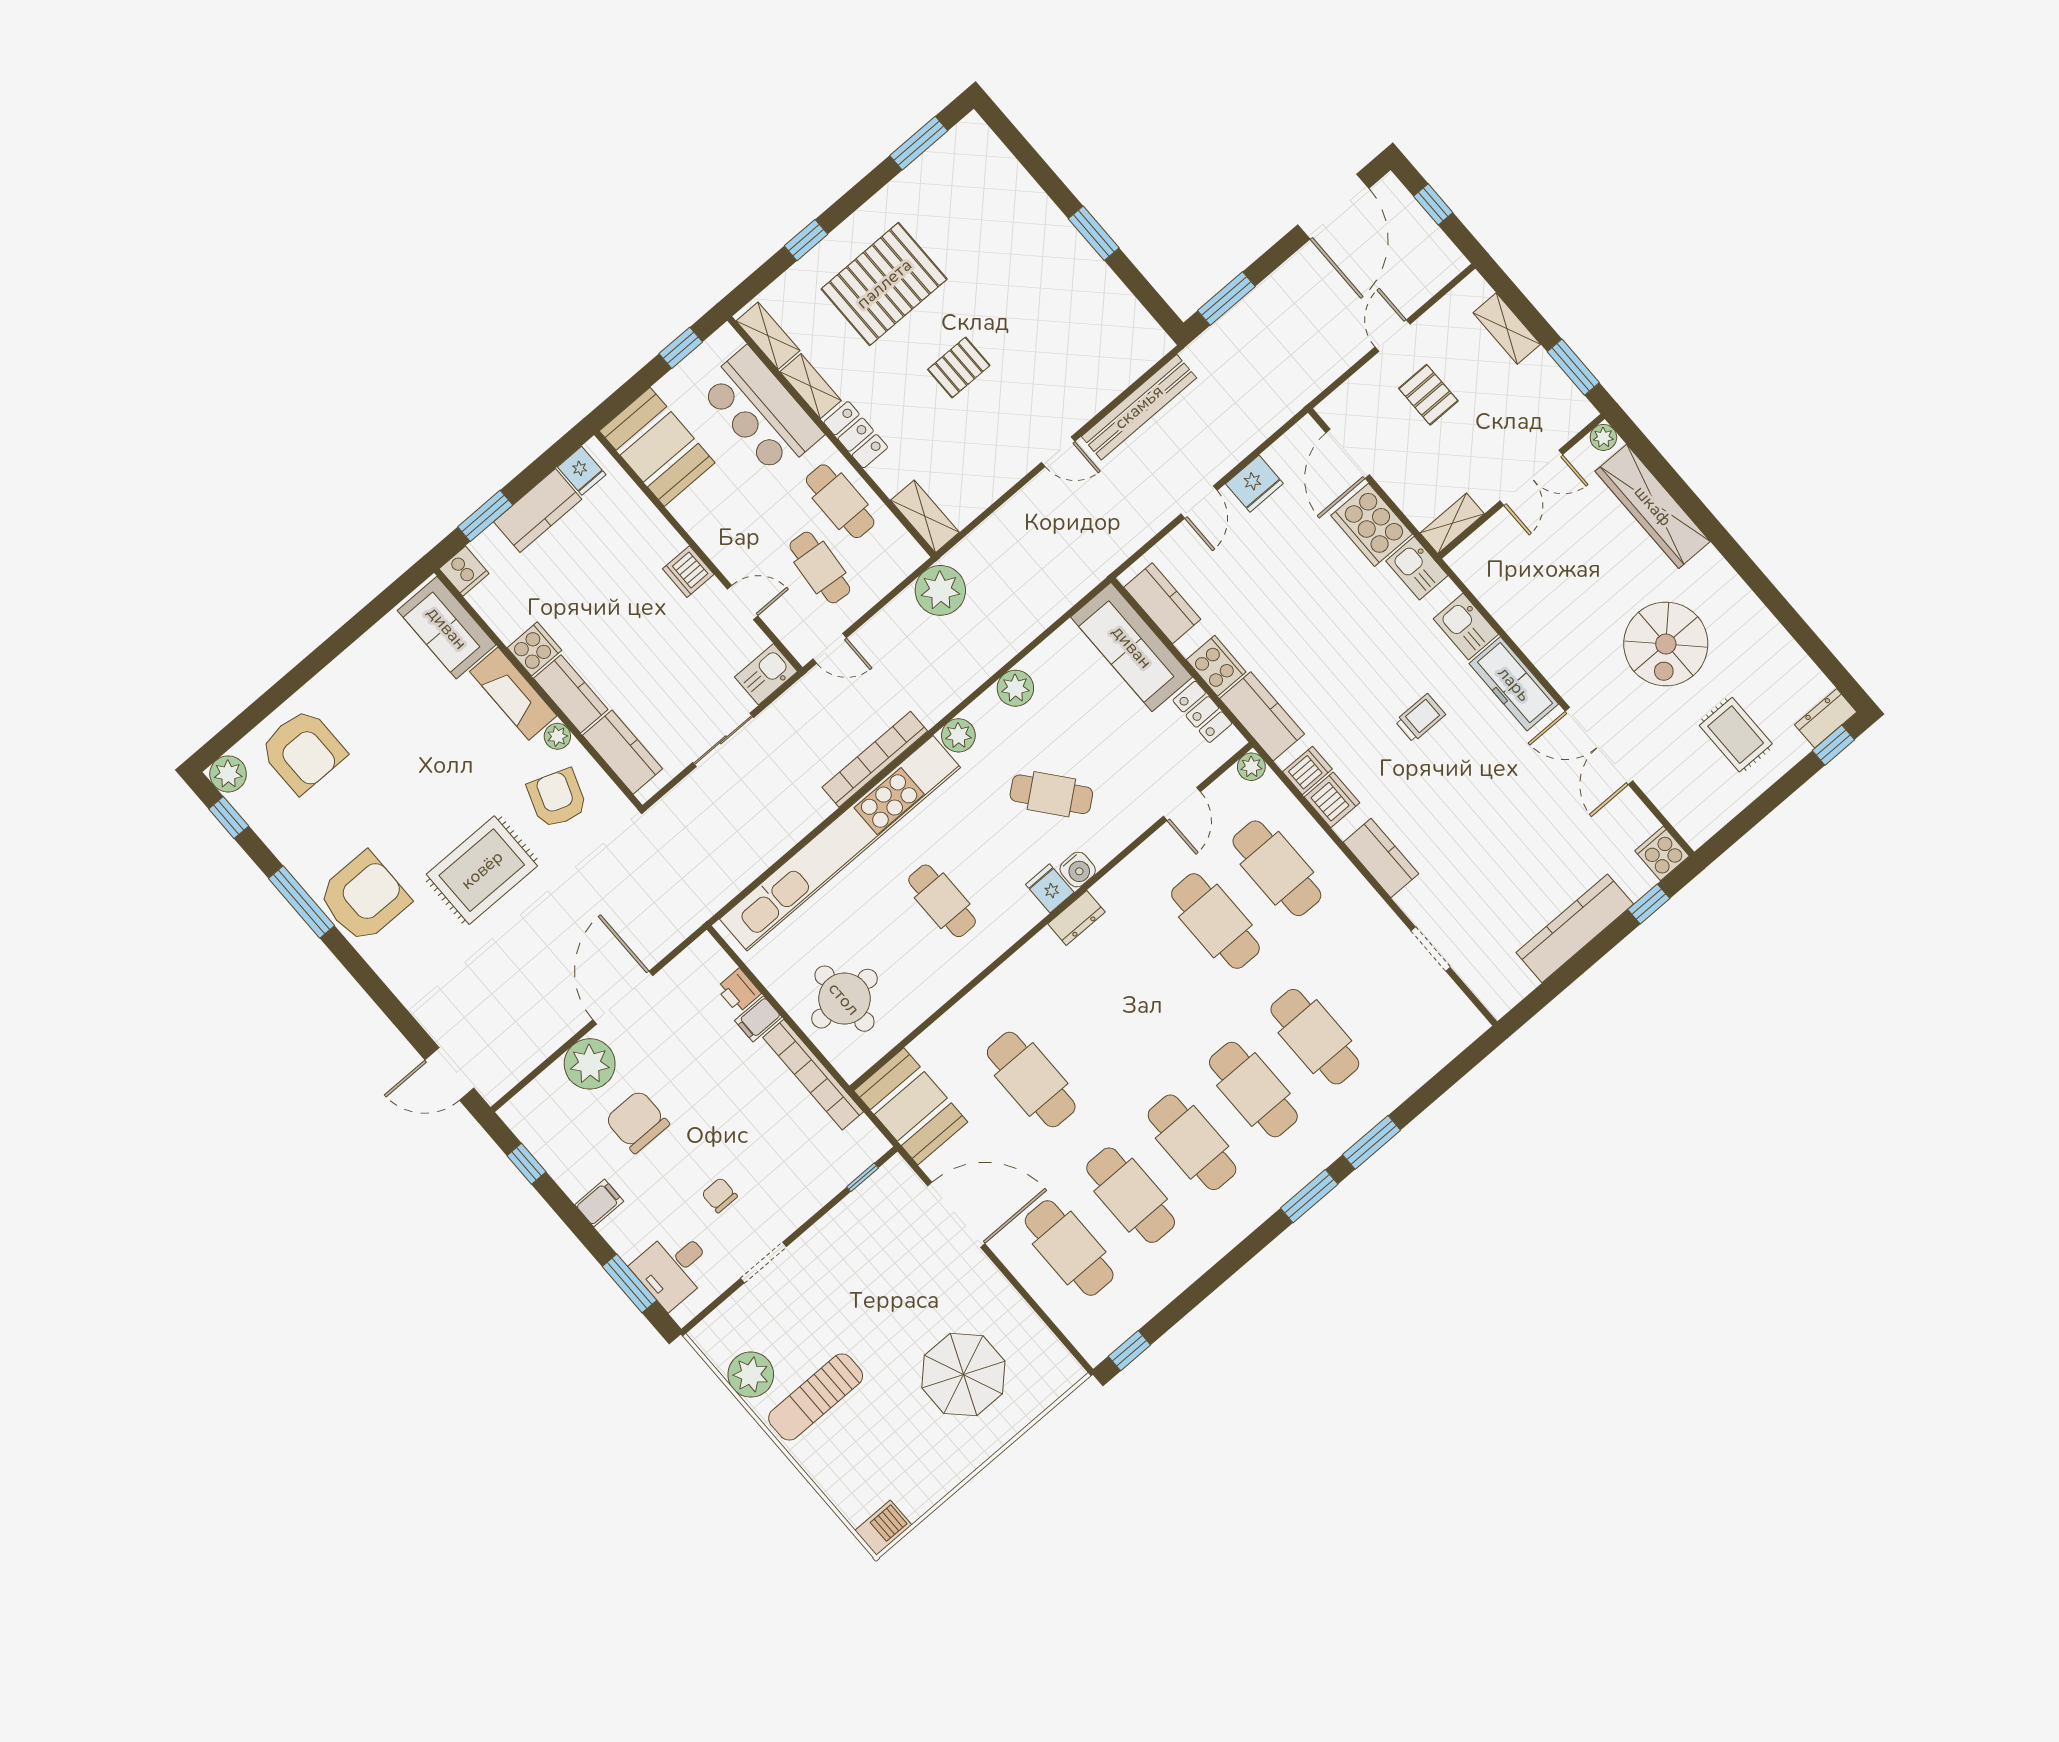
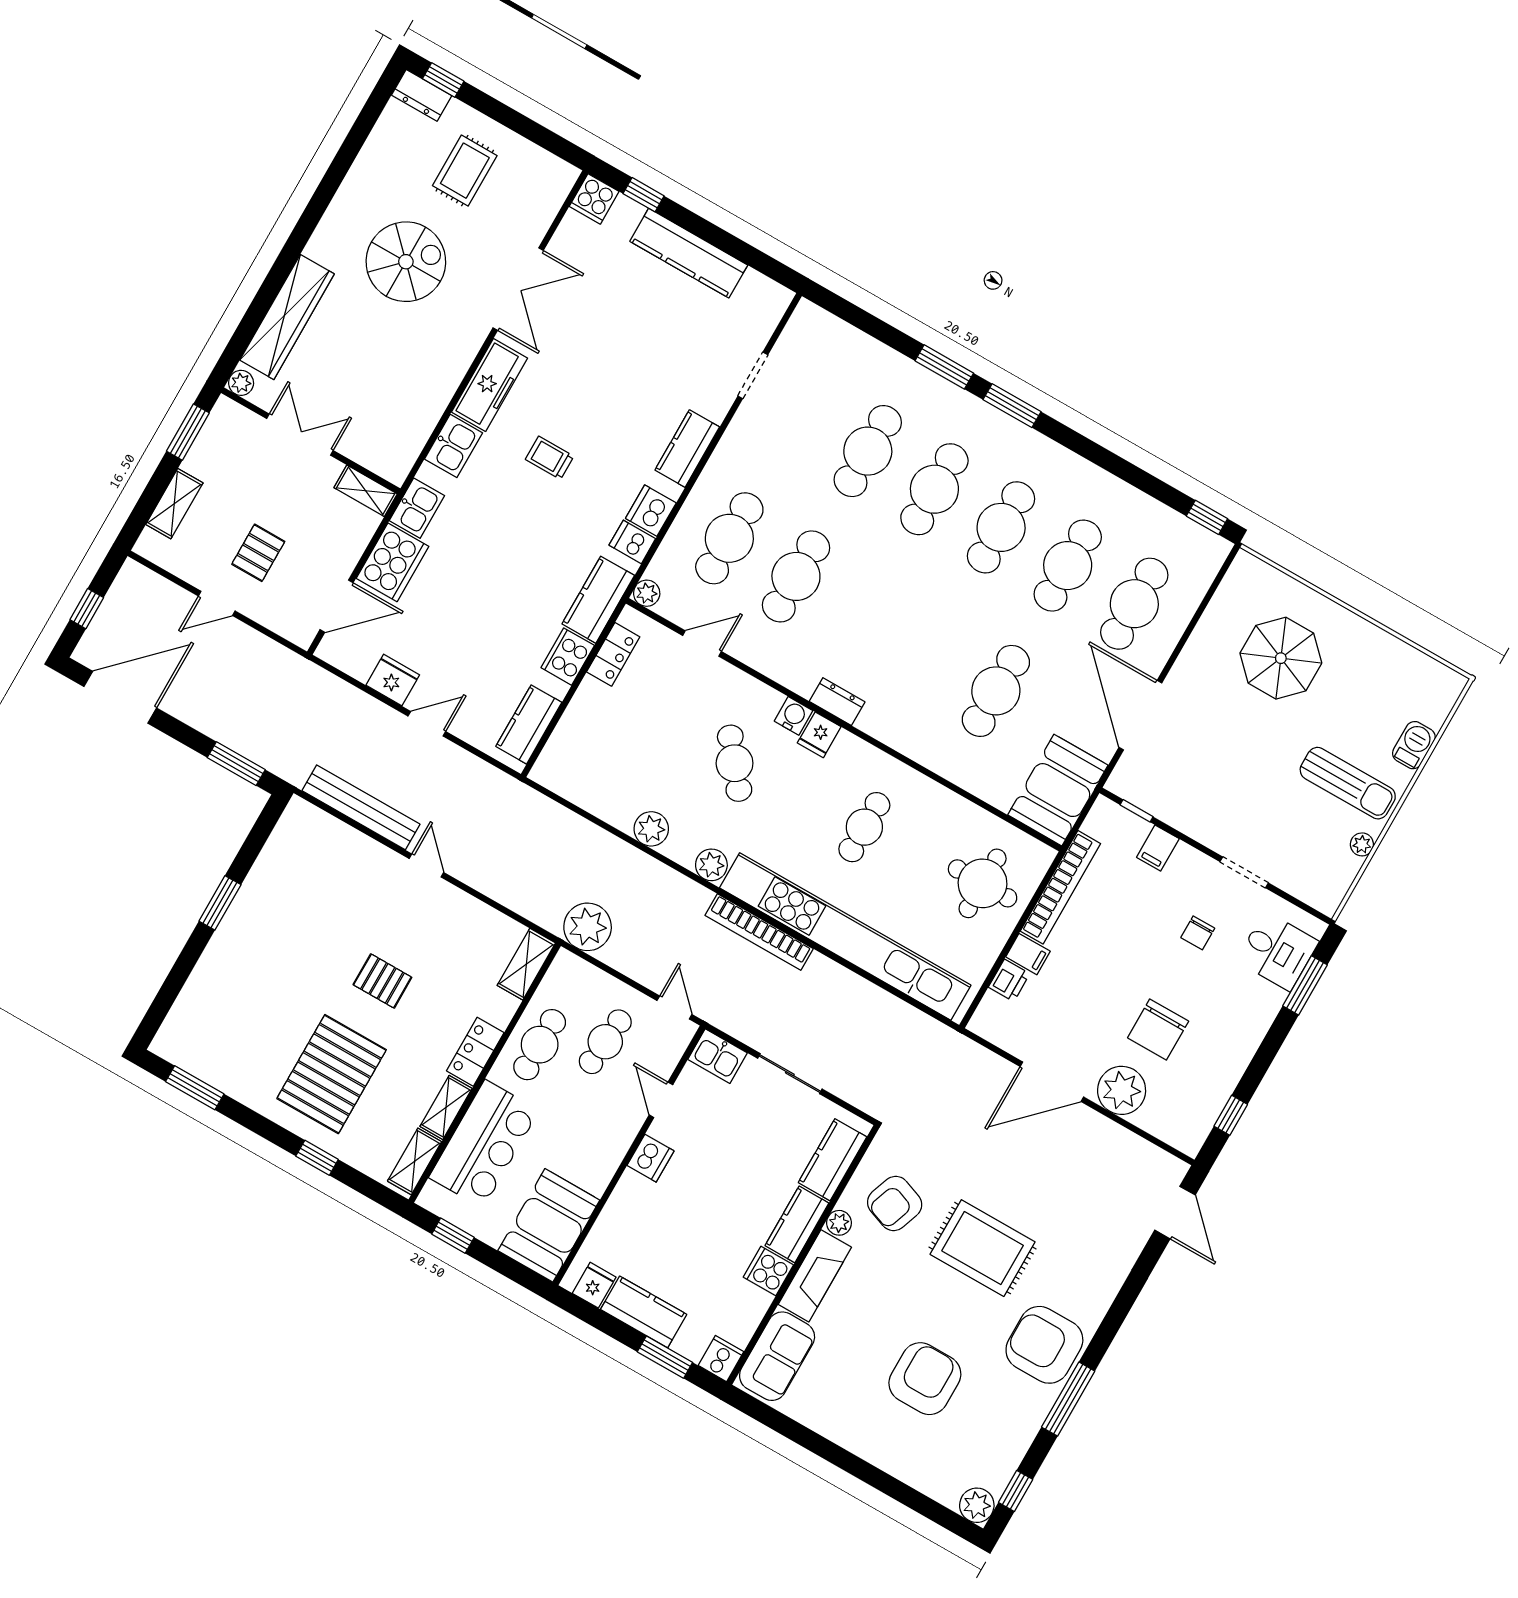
pallet: (884, 284) -> (332, 1074), turned 90
sofa: (1132, 647) -> (578, 738), removed
armchair: (303, 751) -> (925, 1379), moved
filing cabinet: (599, 1203) -> (1158, 848), moved, turned -90
plant: (751, 1375) -> (1362, 844), width x0.53, depth x0.53
barbecue: (883, 1528) -> (1414, 745), moved, turned 90

